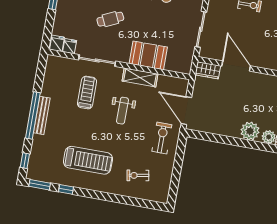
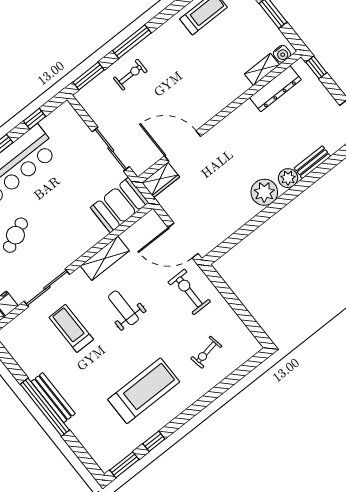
booth: (148, 55) -> (120, 205), moved
weight bench: (122, 111) -> (123, 308), turned 180
window: (25, 161) -> (85, 458), removed

